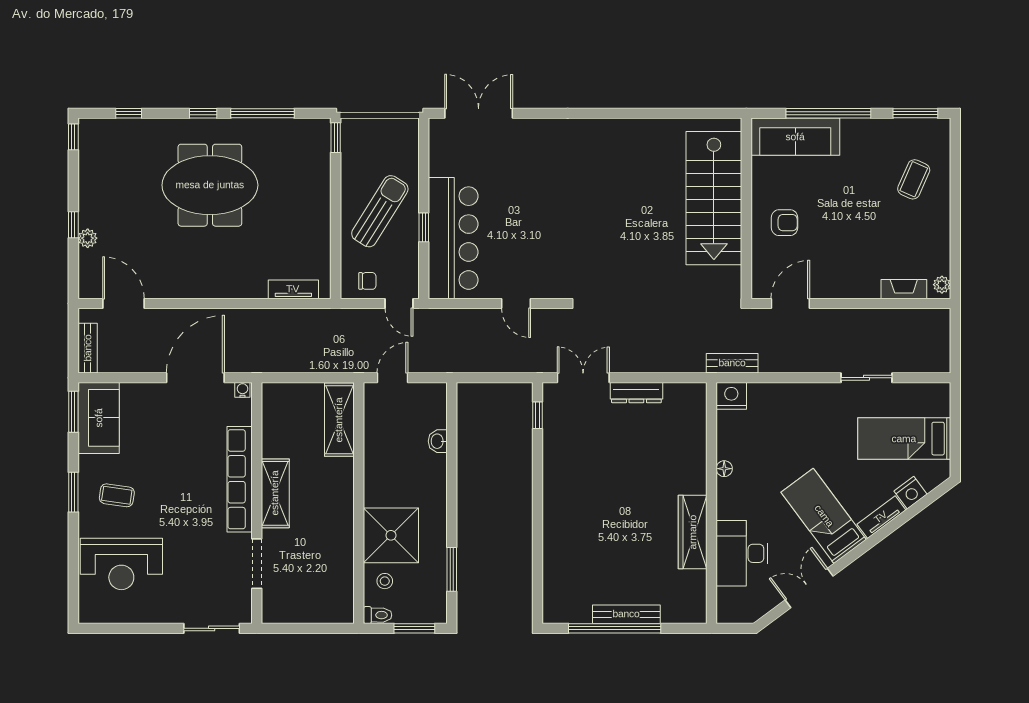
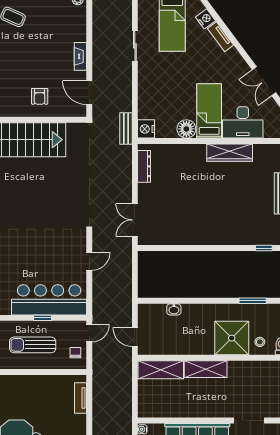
sun lounger: (380, 211) -> (33, 345), turned -32
armchair: (785, 223) -> (40, 96), turned 180
fireplace: (904, 289) -> (80, 56), moved
dresser: (636, 393) -> (144, 166), moved
window: (538, 415) -> (264, 248), moved
floor lamp: (724, 469) -> (186, 129), width x1.89, depth x1.89
shelving: (275, 493) -> (206, 369), moved
bed: (824, 516) -> (209, 111), moved, turned 127

